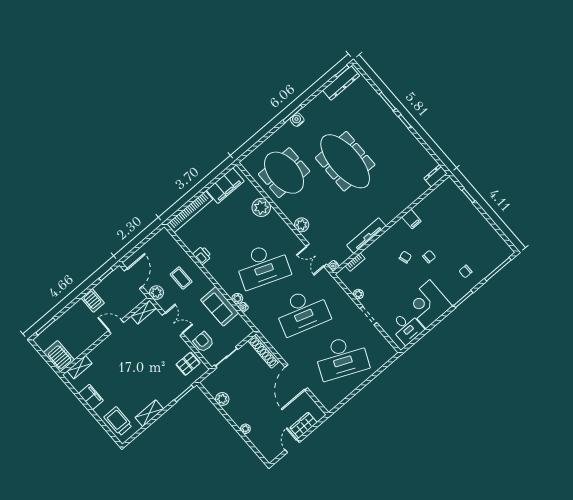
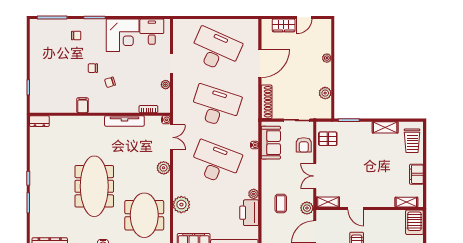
printer: (202, 255) -> (249, 213), width x1.87, depth x1.48
plant: (237, 299) -> (254, 194), moved
sofa: (220, 306) -> (271, 143), moved

